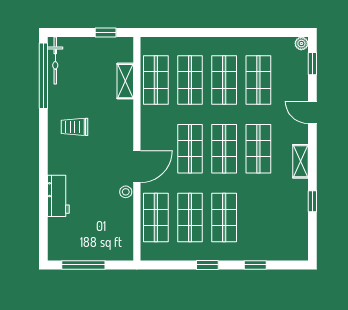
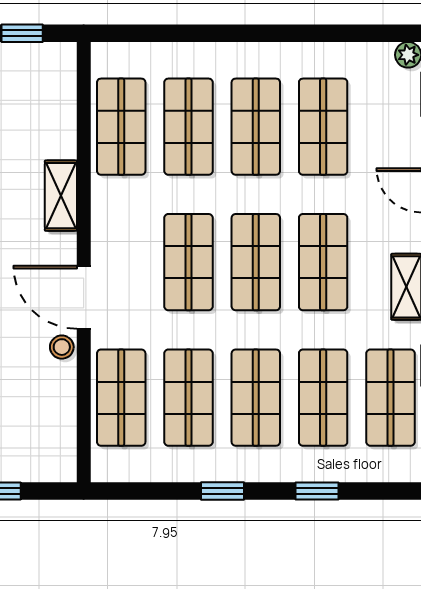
shelving: (125, 81) -> (61, 196), moved
door: (137, 167) -> (84, 297), swing flipped
shop shelf: (258, 217) -> (323, 398), added
shop shelf: (292, 217) -> (390, 398), added

